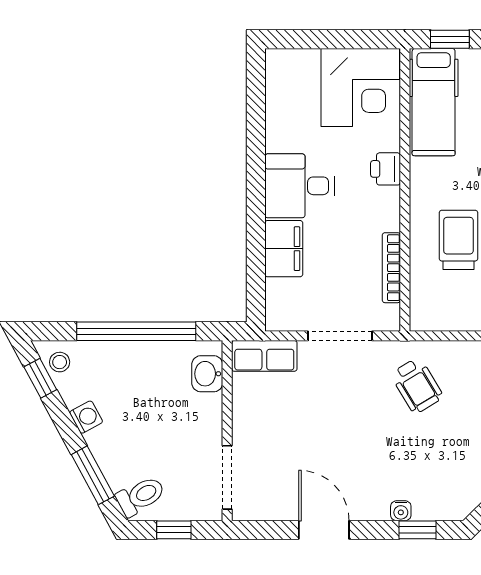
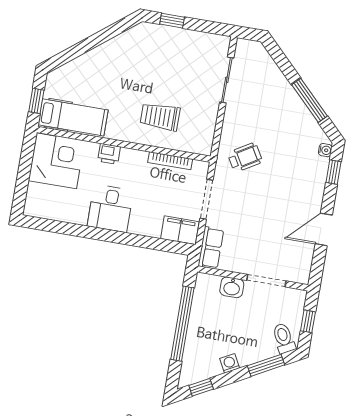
filing cabinet: (284, 249) -> (180, 230), moved
stool: (60, 362) -> (193, 374), removed
washbasin: (207, 374) -> (232, 287), moved
doorway: (227, 477) -> (266, 281), moved
water cooler: (401, 511) -> (325, 150), moved

